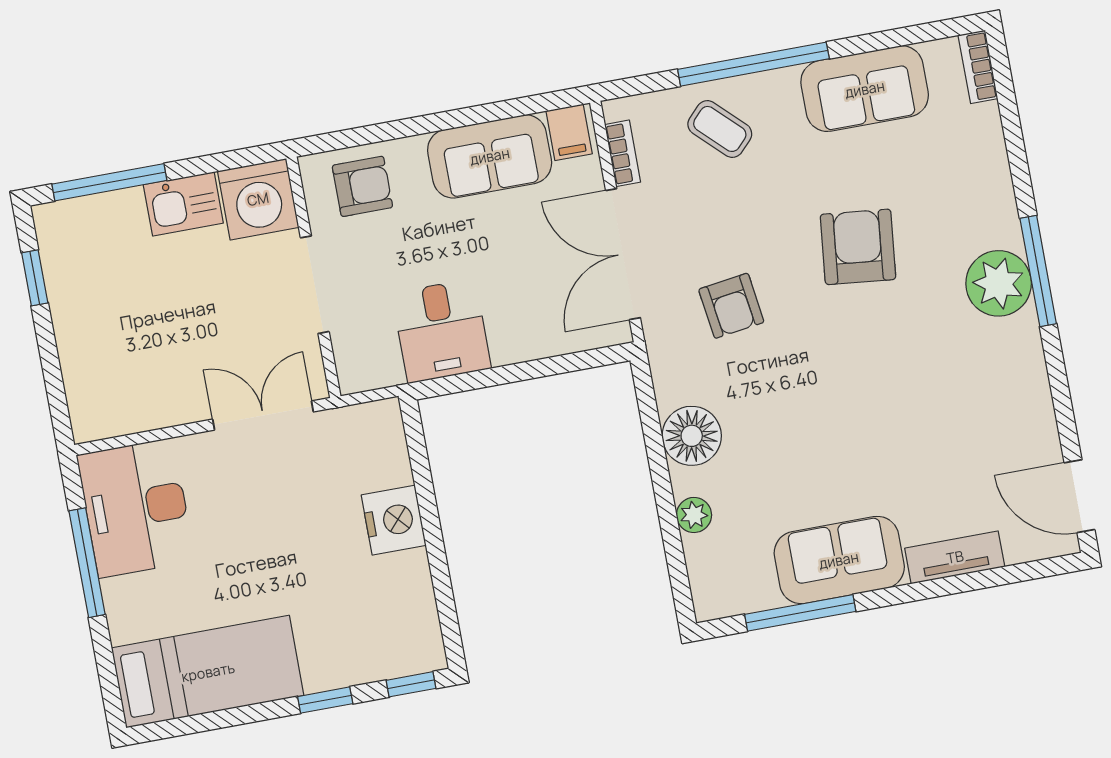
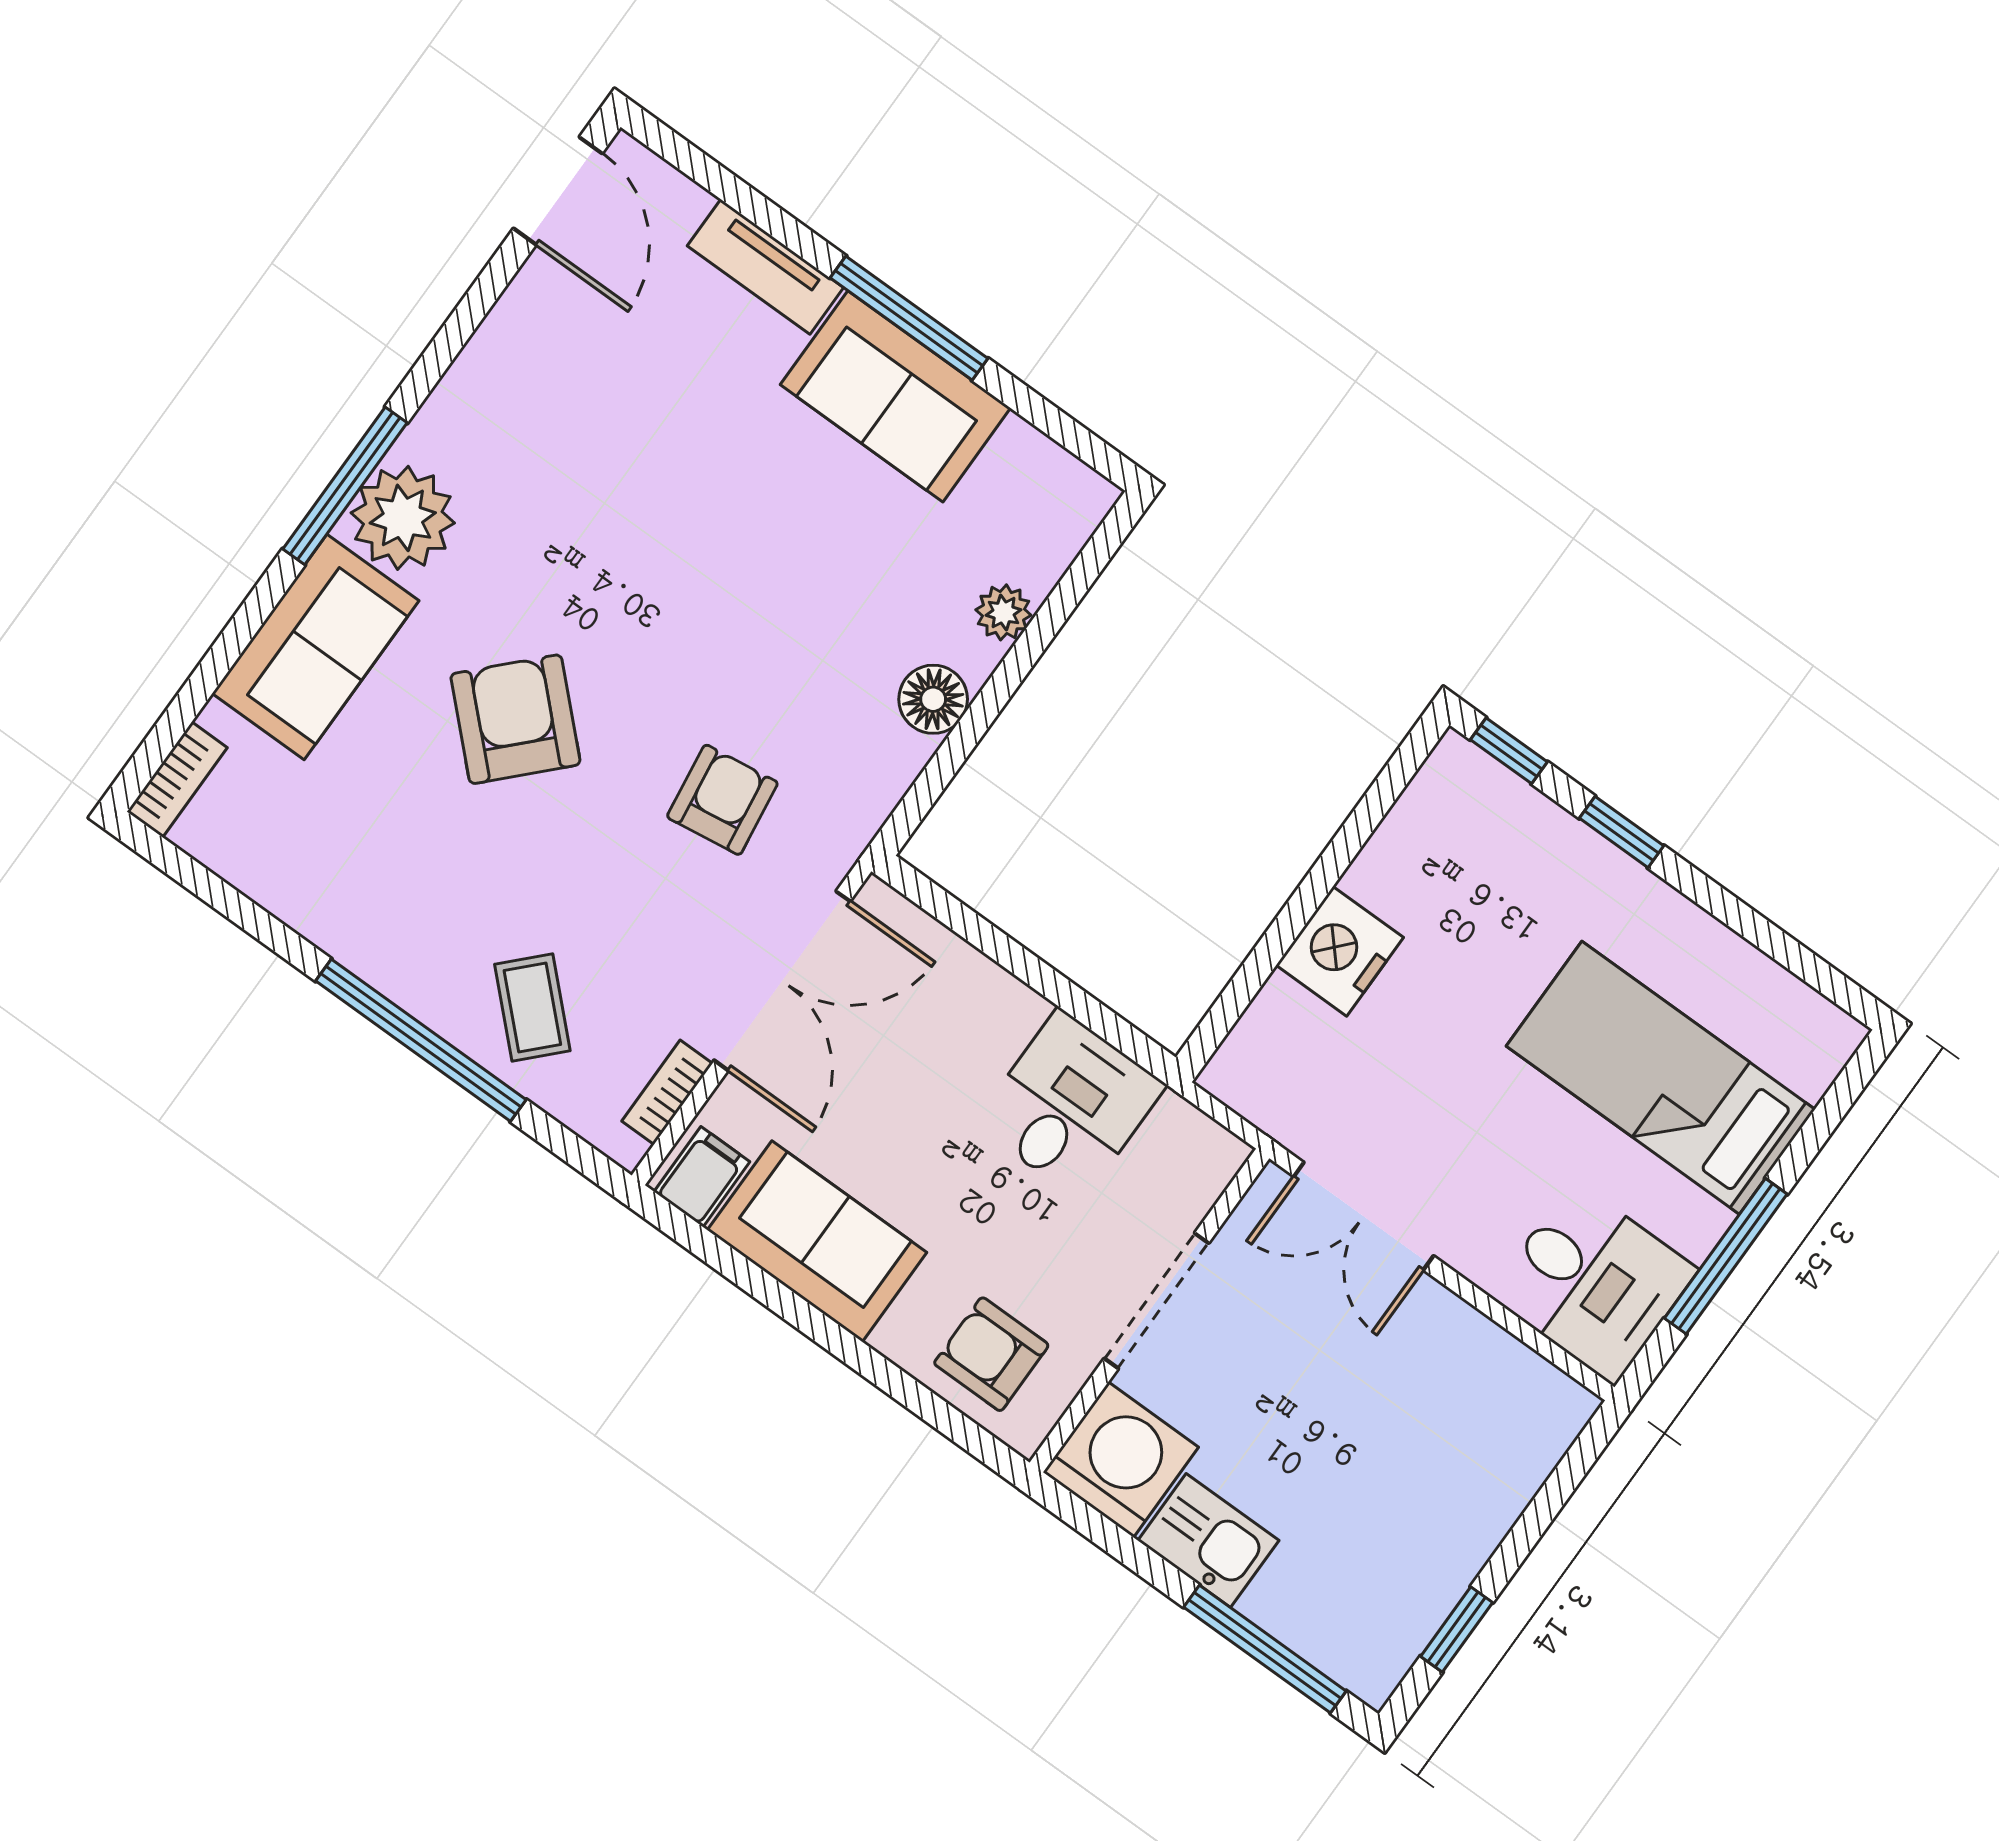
sofa: (865, 89) -> (316, 647), moved, turned 90
armchair: (858, 247) -> (515, 719), turned 128
floor lamp: (692, 436) -> (933, 699), width x0.73, depth x0.73
desk: (136, 508) -> (1594, 1282), width x0.73
window: (800, 613) -> (909, 318), moved
bed: (208, 672) -> (1661, 1078), moved

